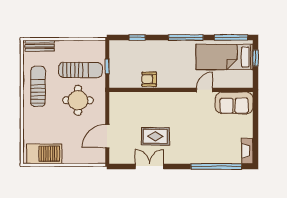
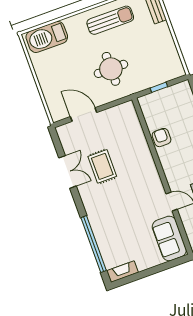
sun lounger: (80, 70) -> (145, 60), removed
barbecue: (44, 154) -> (47, 37), moved, turned 90

